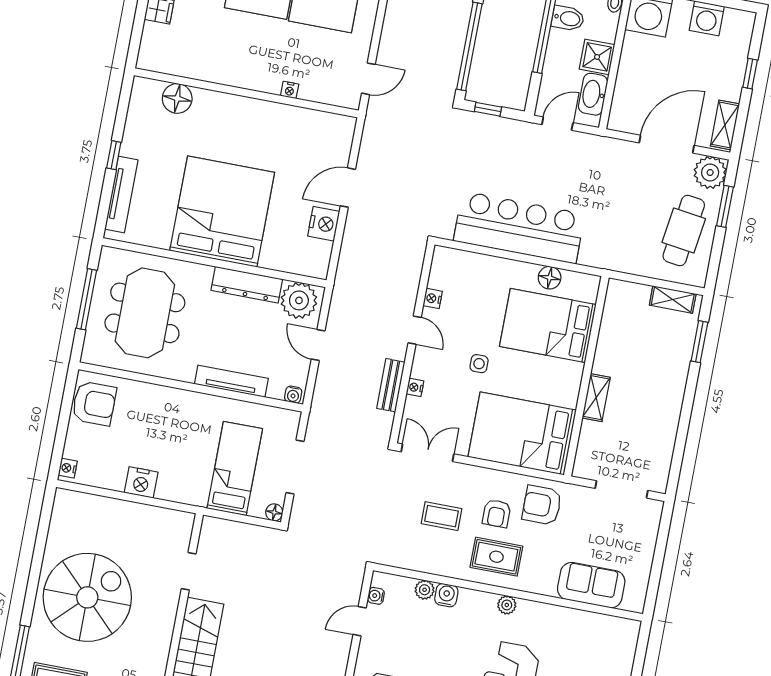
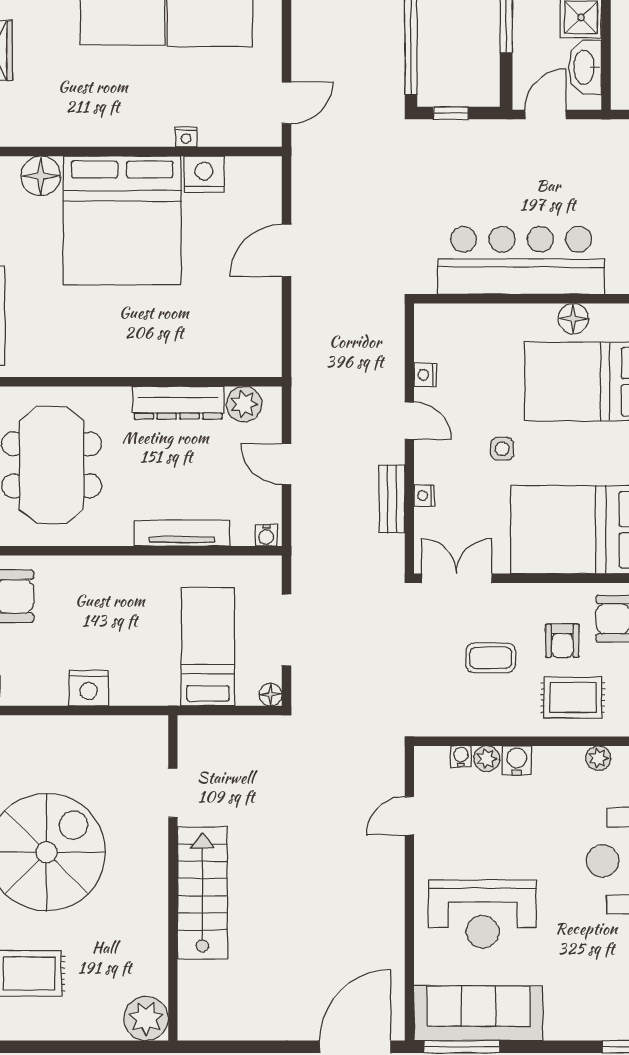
bed: (222, 211) -> (122, 220), moved, turned 180
nightstand: (324, 224) -> (204, 174), moved, turned -90
plant: (299, 300) -> (244, 404), width x0.73, depth x0.73
water cooler: (376, 596) -> (461, 756), moved, turned 90

